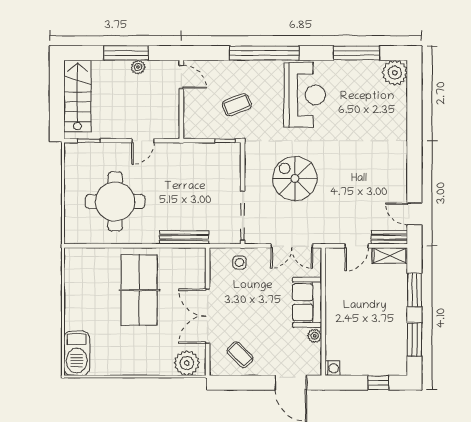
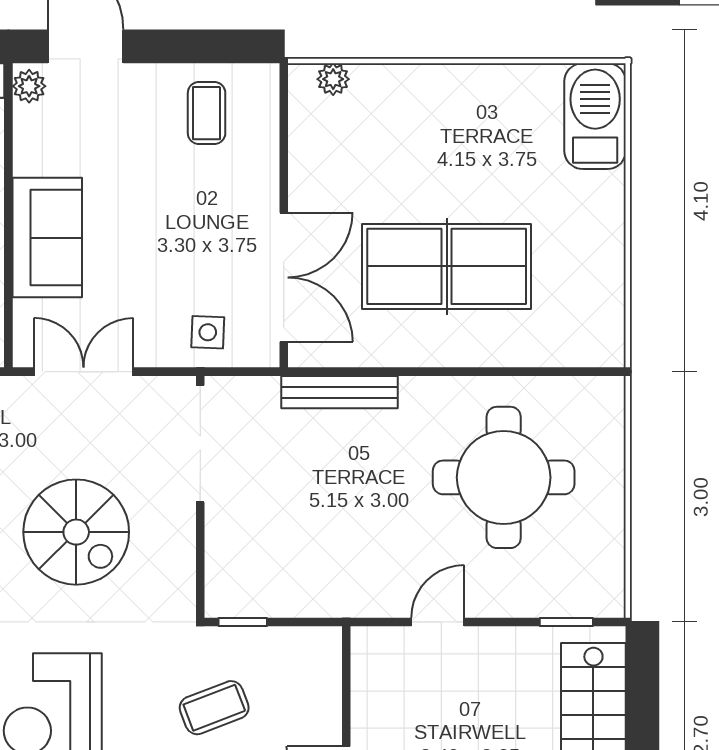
table tennis table: (139, 290) -> (447, 266), turned 90
double door: (208, 316) -> (284, 277), moved
plant: (315, 336) -> (29, 86), moved
coffee table: (240, 355) -> (207, 113), turned 44
plant: (187, 363) -> (333, 79), width x0.53, depth x0.53

